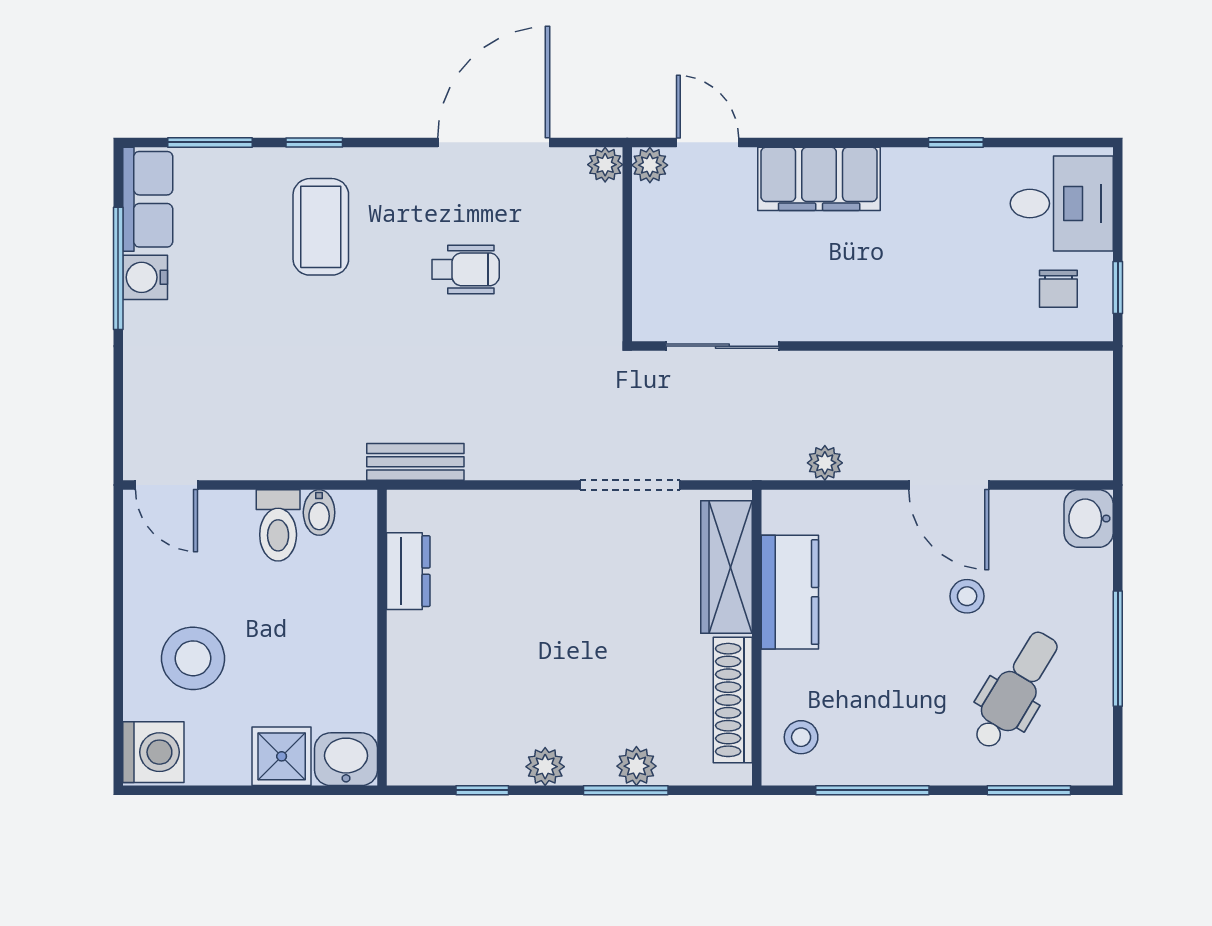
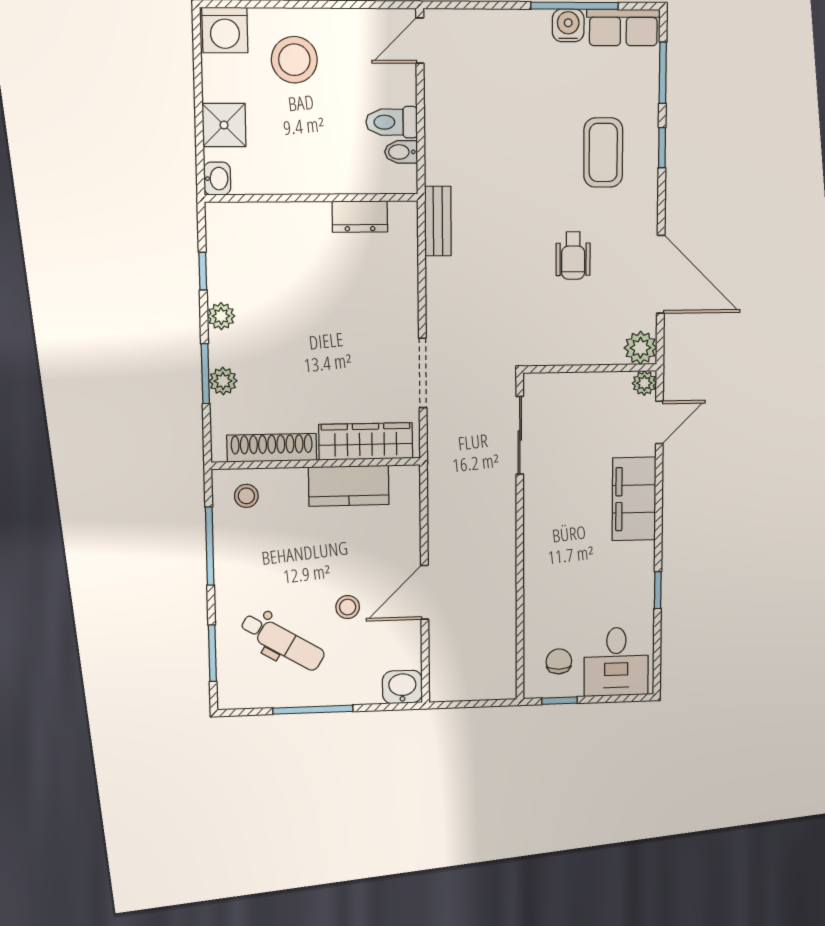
plant: (605, 165) -> (640, 348), width x1.38, depth x1.38
coffee table: (321, 227) -> (603, 152), turned 90
chair: (1058, 289) -> (559, 661), turned 90
plant: (825, 463) -> (439, 508), removed
washbasin: (346, 759) -> (217, 179), width x0.72, depth x0.69

